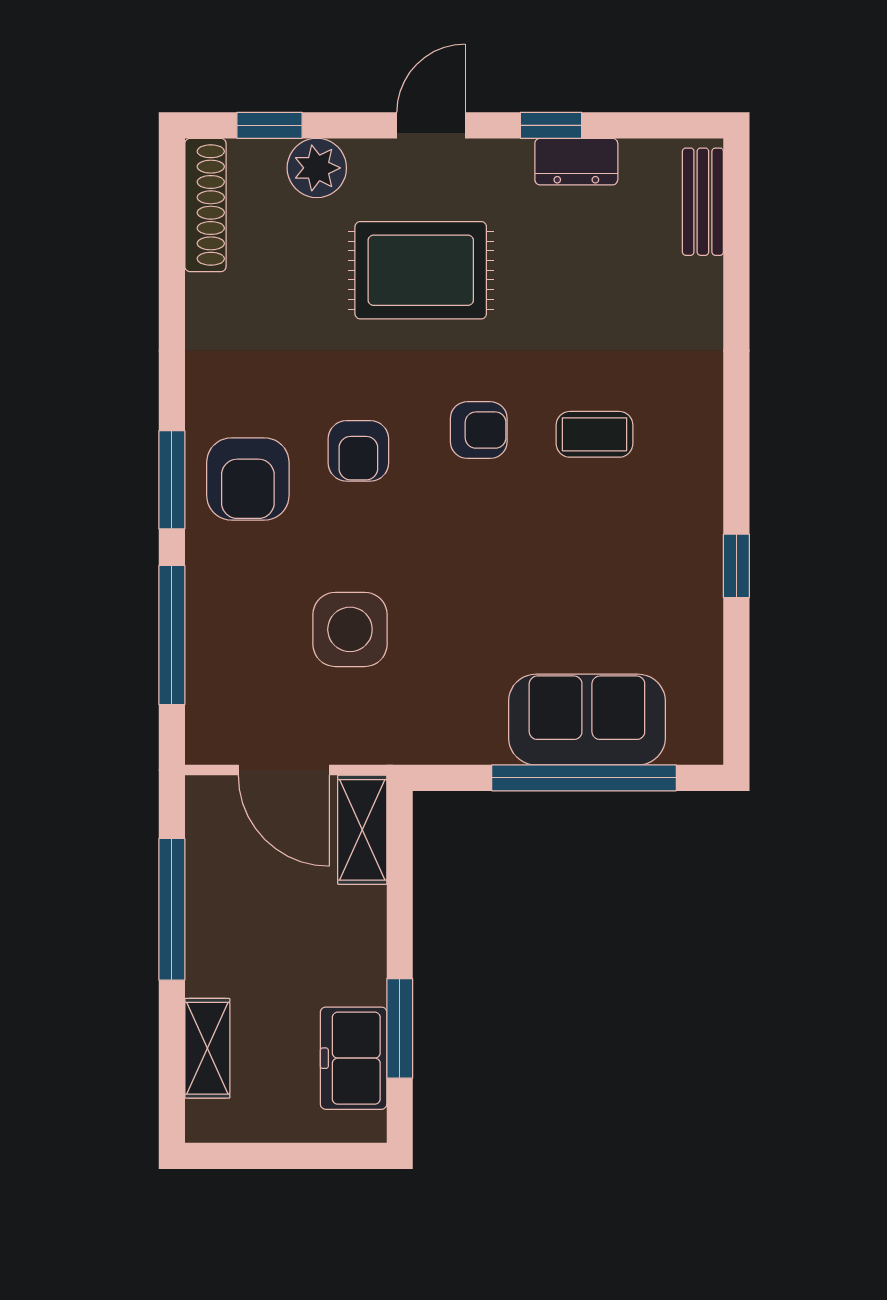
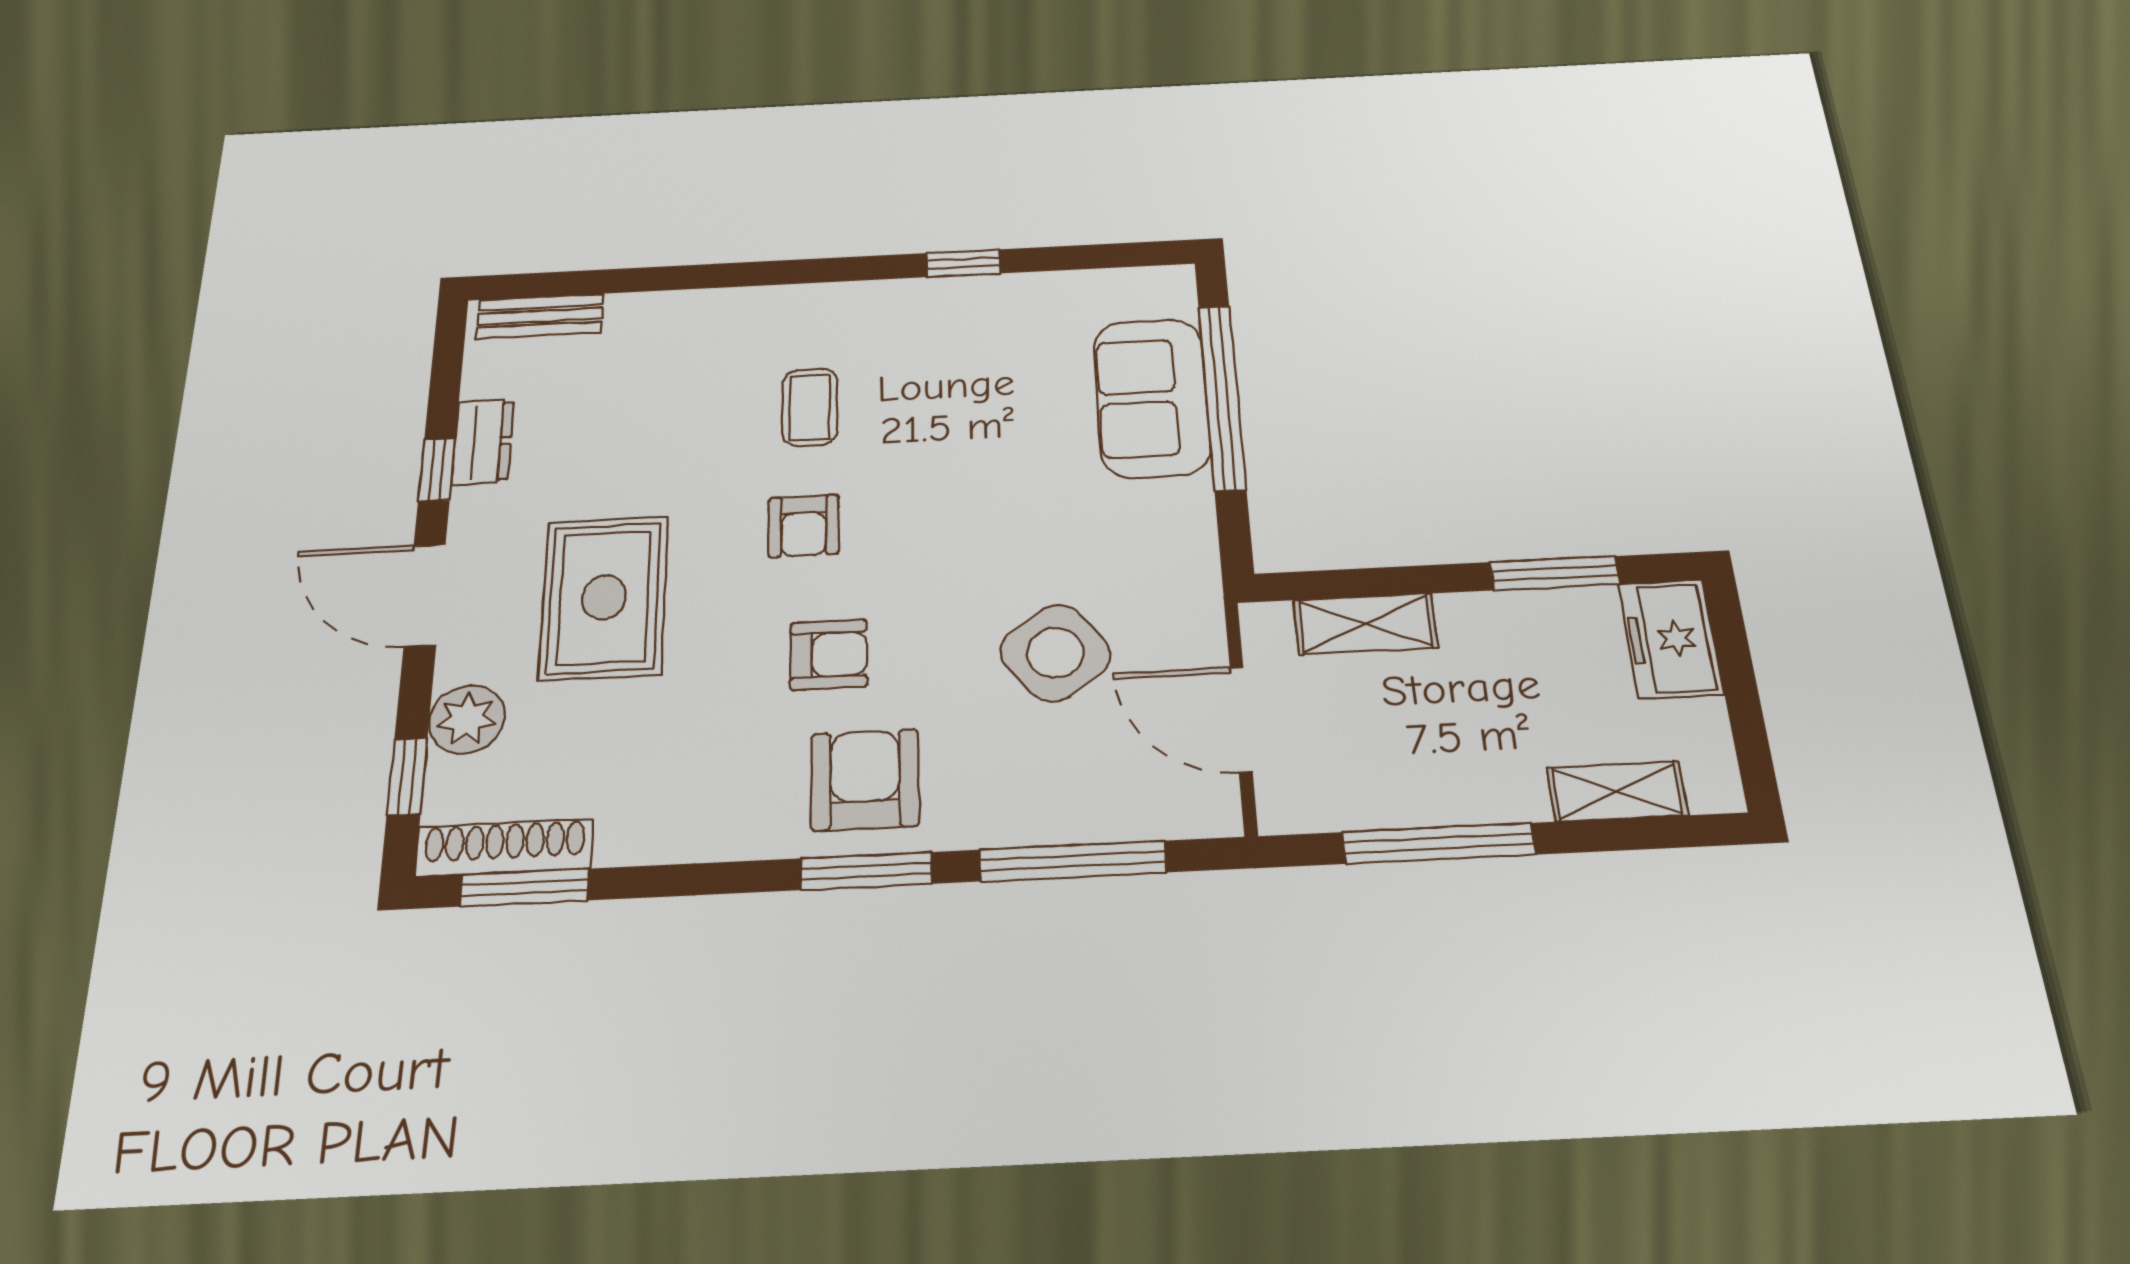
door: (431, 125) -> (425, 595), width x1.38
window: (172, 223) -> (525, 888), added
armchair: (479, 430) -> (804, 526), turned 180
armchair: (248, 479) -> (865, 780), turned -90
side table: (350, 629) -> (1055, 653), turned -37
door: (284, 770) -> (1241, 719), swing flipped
shelving: (362, 830) -> (1365, 624), moved
freezer: (354, 1058) -> (1671, 639), moved, turned 90

